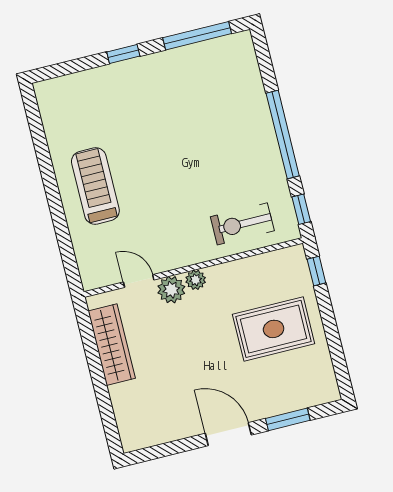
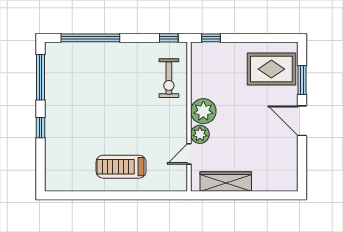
window: (283, 134) -> (90, 38), moved
plant: (196, 280) -> (203, 111), width x1.88, depth x1.88
rug: (274, 329) -> (271, 69), moved, turned 90
door: (228, 434) -> (302, 121), hinge flipped

